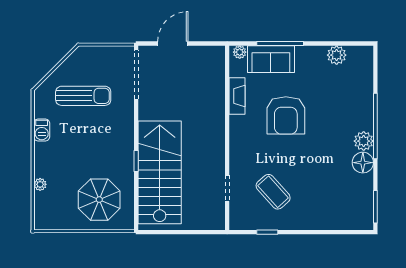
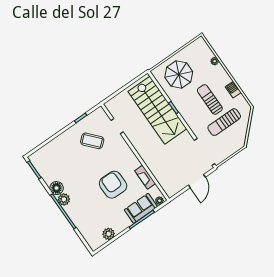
sun lounger: (81, 139) -> (210, 99), added

